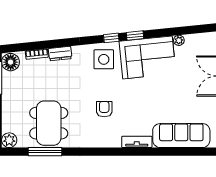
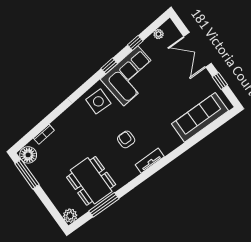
window: (111, 38) -> (135, 43), moved
plant: (179, 40) -> (159, 34), moved
dresser: (60, 54) -> (62, 121), removed
tv unit: (137, 142) -> (150, 161), moved

